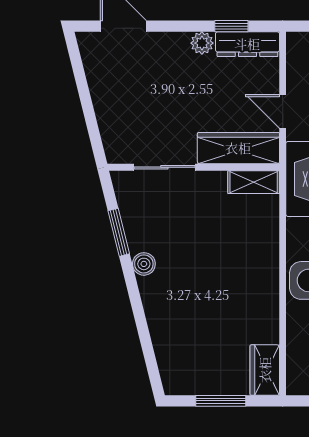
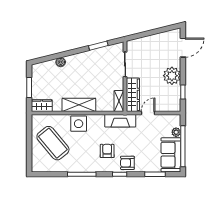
plant: (202, 43) -> (172, 76), width x1.87, depth x1.87
dresser: (247, 44) -> (176, 99), removed
boiler: (144, 264) -> (61, 62), moved
shelving: (263, 280) -> (79, 105), added

